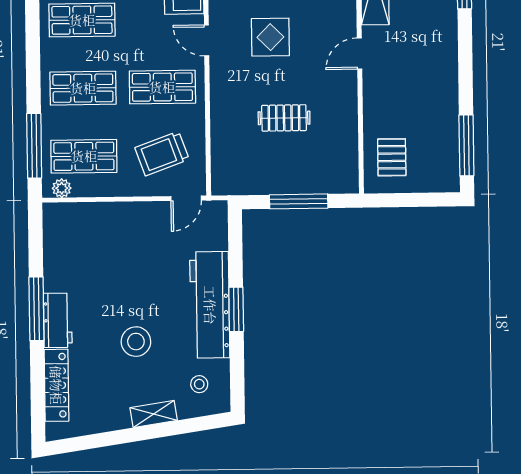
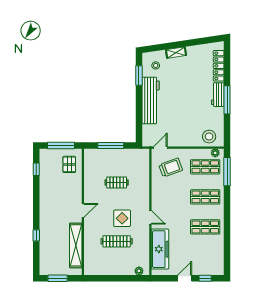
shop shelf: (162, 87) -> (170, 197), removed
window: (466, 145) -> (36, 169), width x0.46
window: (411, 200) -> (61, 146), added
window: (236, 309) -> (139, 76), moved
stool: (136, 342) -> (209, 137), moved

